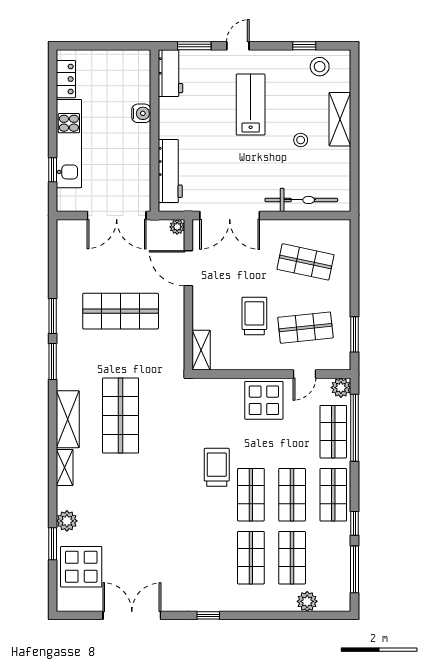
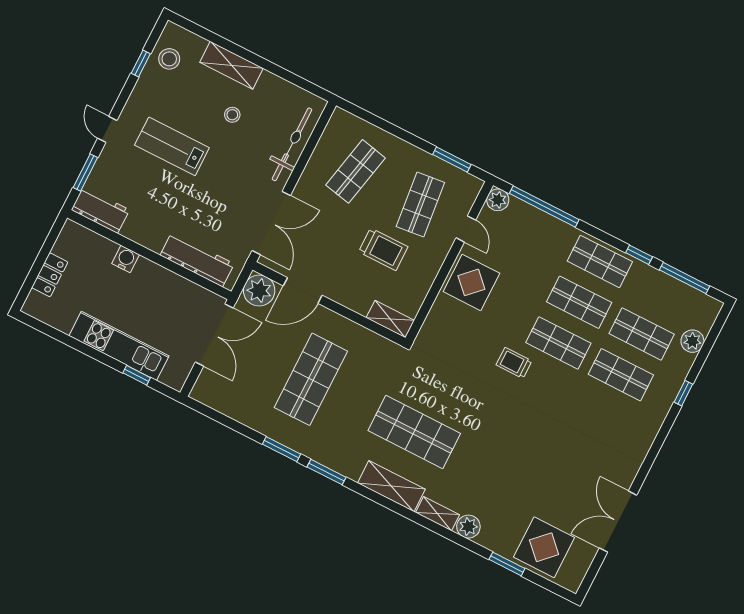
locker: (66, 79) -> (50, 275), moved, turned 90
plant: (177, 227) -> (259, 291), width x1.88, depth x1.88
trolley: (254, 316) -> (383, 249), turned 180
shop shelf: (333, 432) -> (538, 230), removed
trolley: (217, 467) -> (514, 363), width x0.73, depth x0.72
plant: (67, 521) -> (468, 527), moved
window: (208, 615) -> (683, 393), moved

